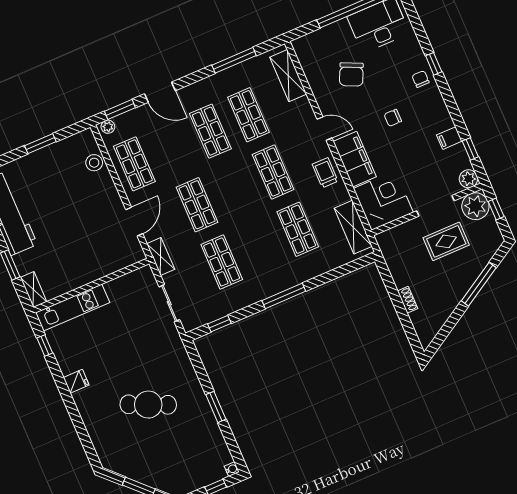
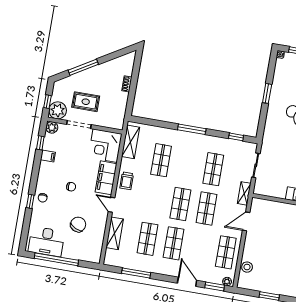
shelving: (288, 76) -> (115, 233), moved
shop shelf: (273, 172) -> (180, 204), moved

